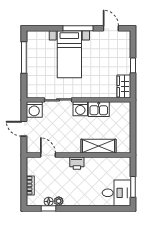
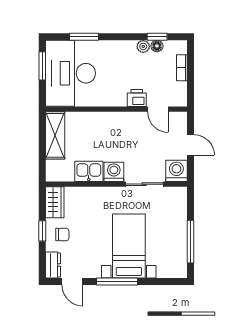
dresser: (125, 40) -> (53, 265), added
chair: (118, 63) -> (62, 234), added
shelving: (98, 146) -> (55, 135), moved, turned 90
printer: (77, 163) -> (137, 98), moved
desk: (116, 193) -> (70, 73), width x1.87, depth x1.30
window: (102, 208) -> (84, 37), added

